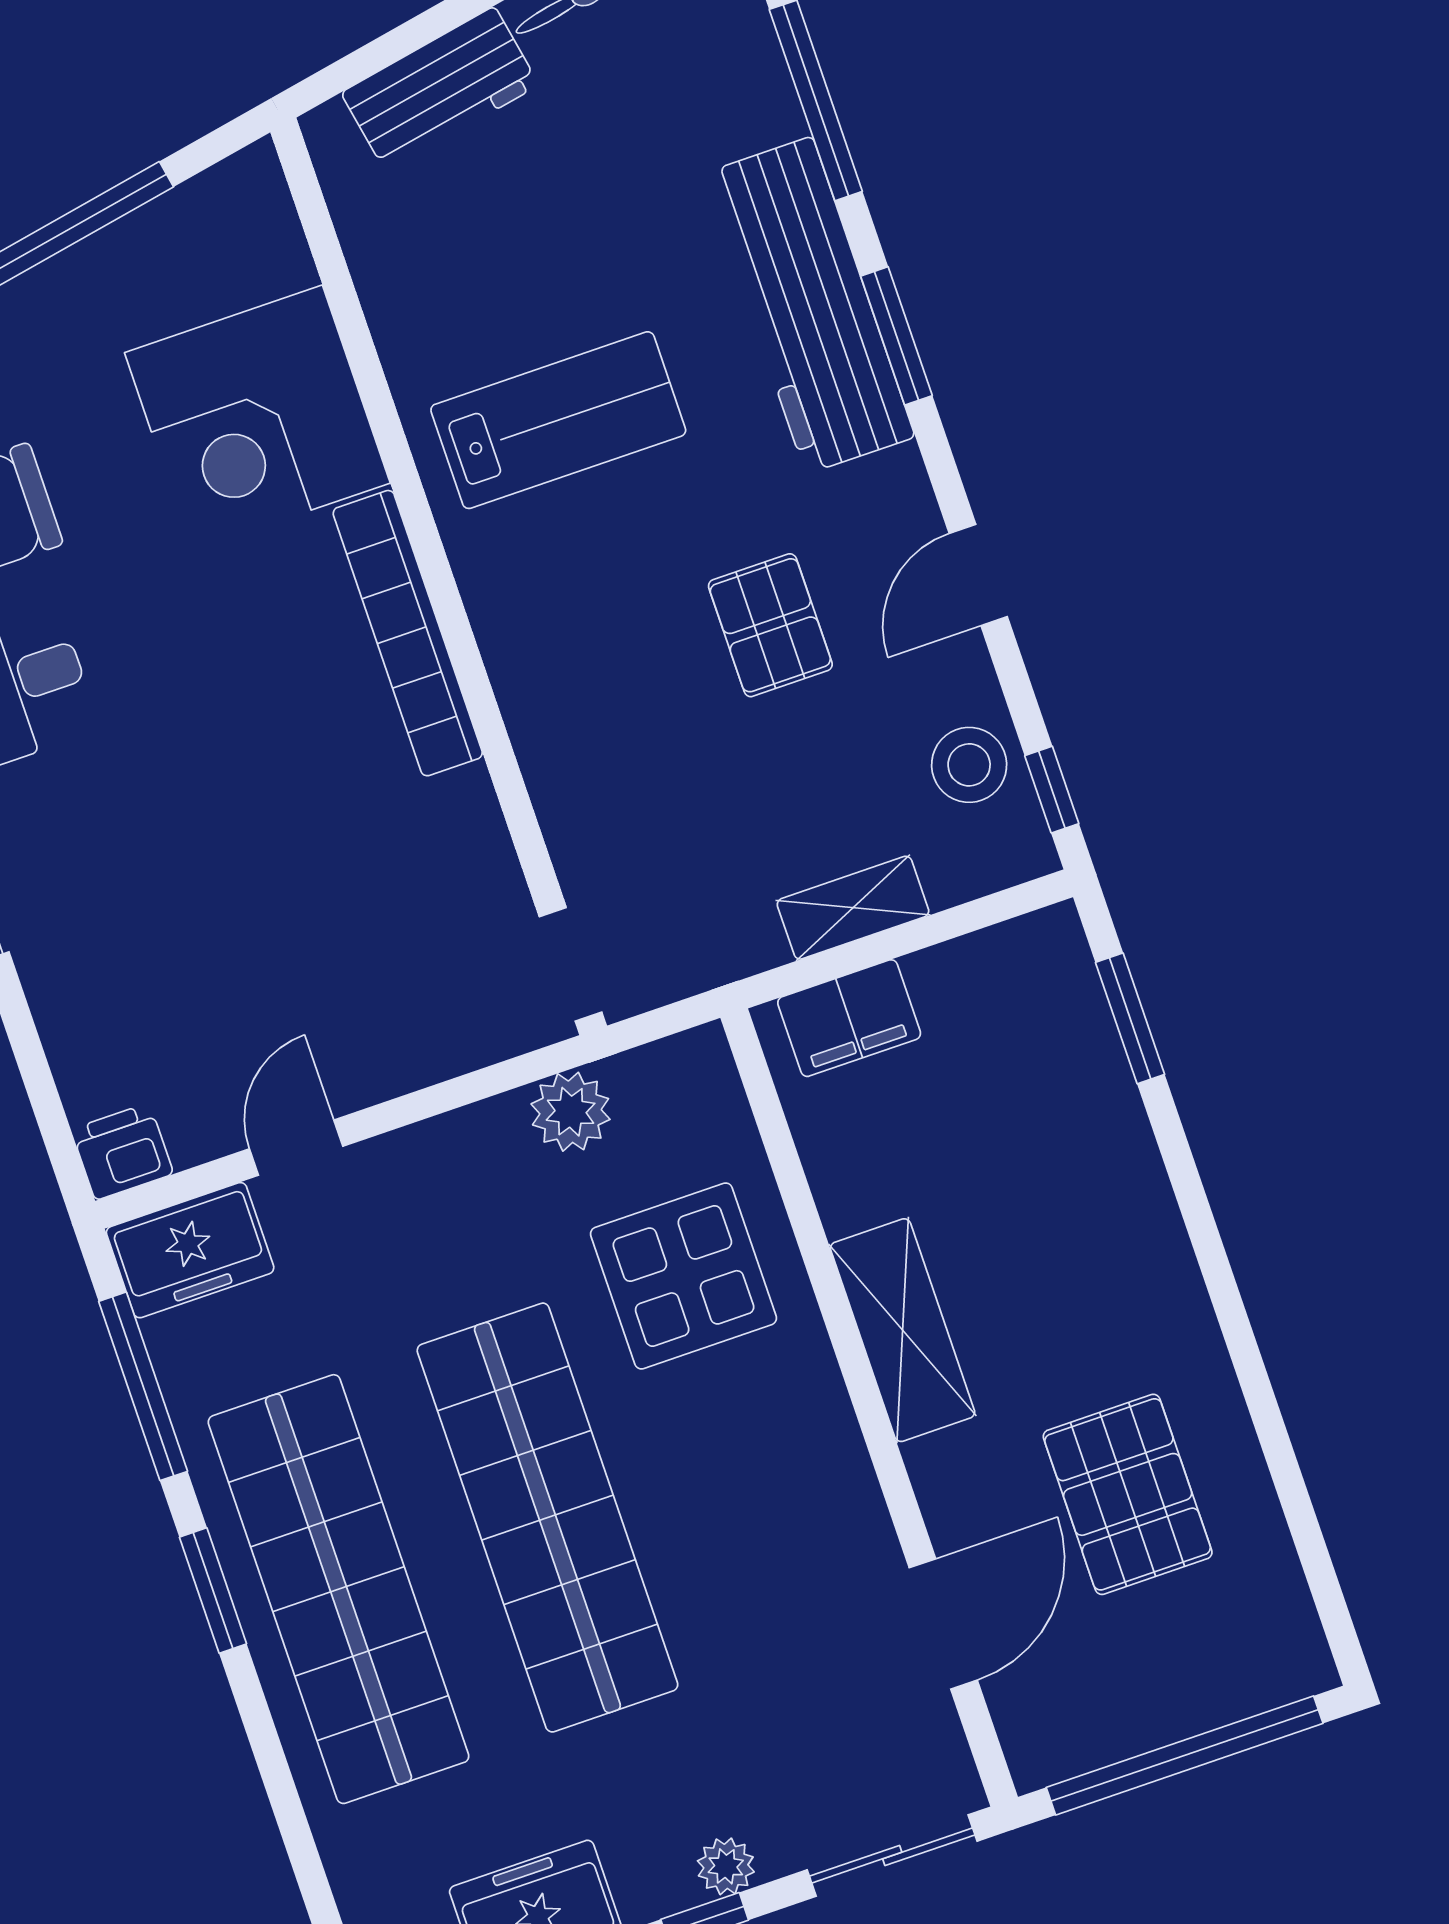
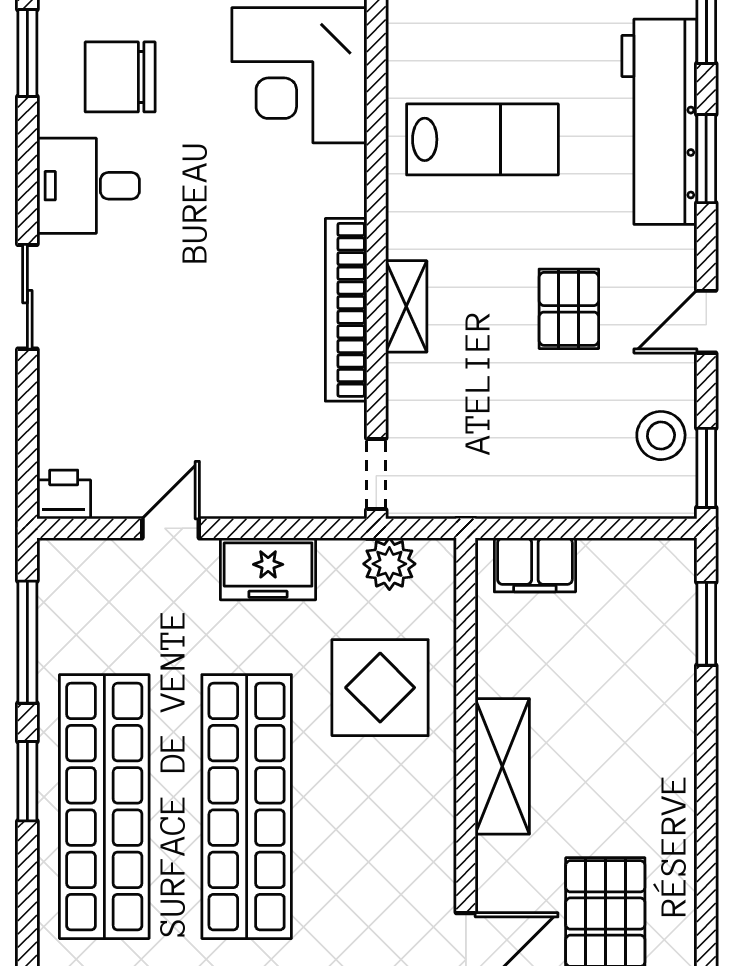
bookcase: (408, 633) -> (346, 310), moved
window: (1052, 790) -> (706, 468), width x1.50
shelving: (853, 908) -> (406, 306), moved, turned 90
plant: (571, 1112) -> (389, 564), moved
freezer: (190, 1250) -> (268, 569), moved

